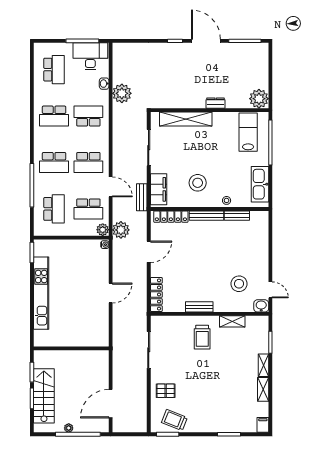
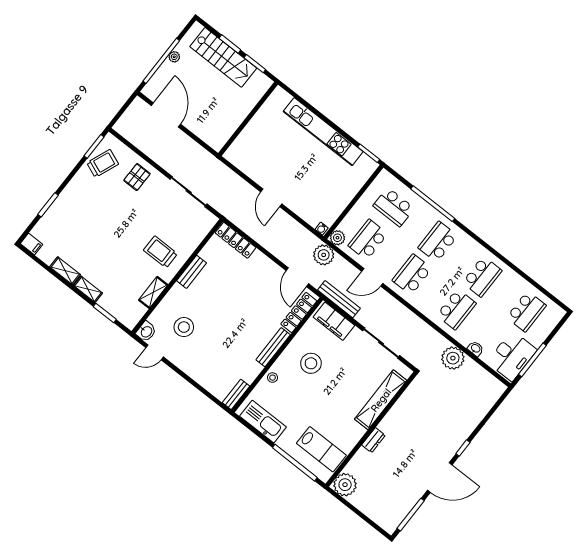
school desk: (54, 70) -> (526, 311), turned -90
school desk: (54, 116) -> (482, 277), turned 180
bench: (142, 197) -> (339, 299), width x1.36
bench: (237, 216) -> (236, 394), moved
door: (149, 252) -> (297, 277), moved

